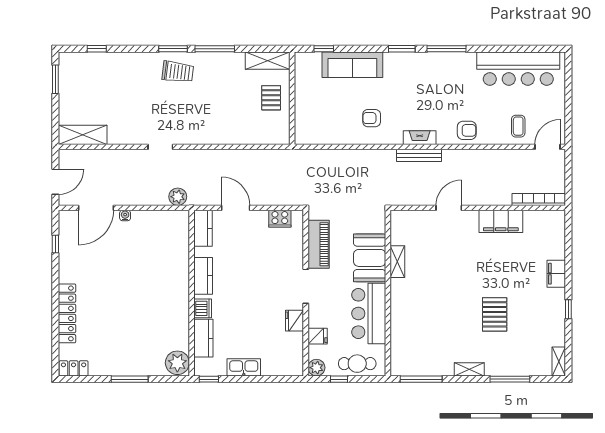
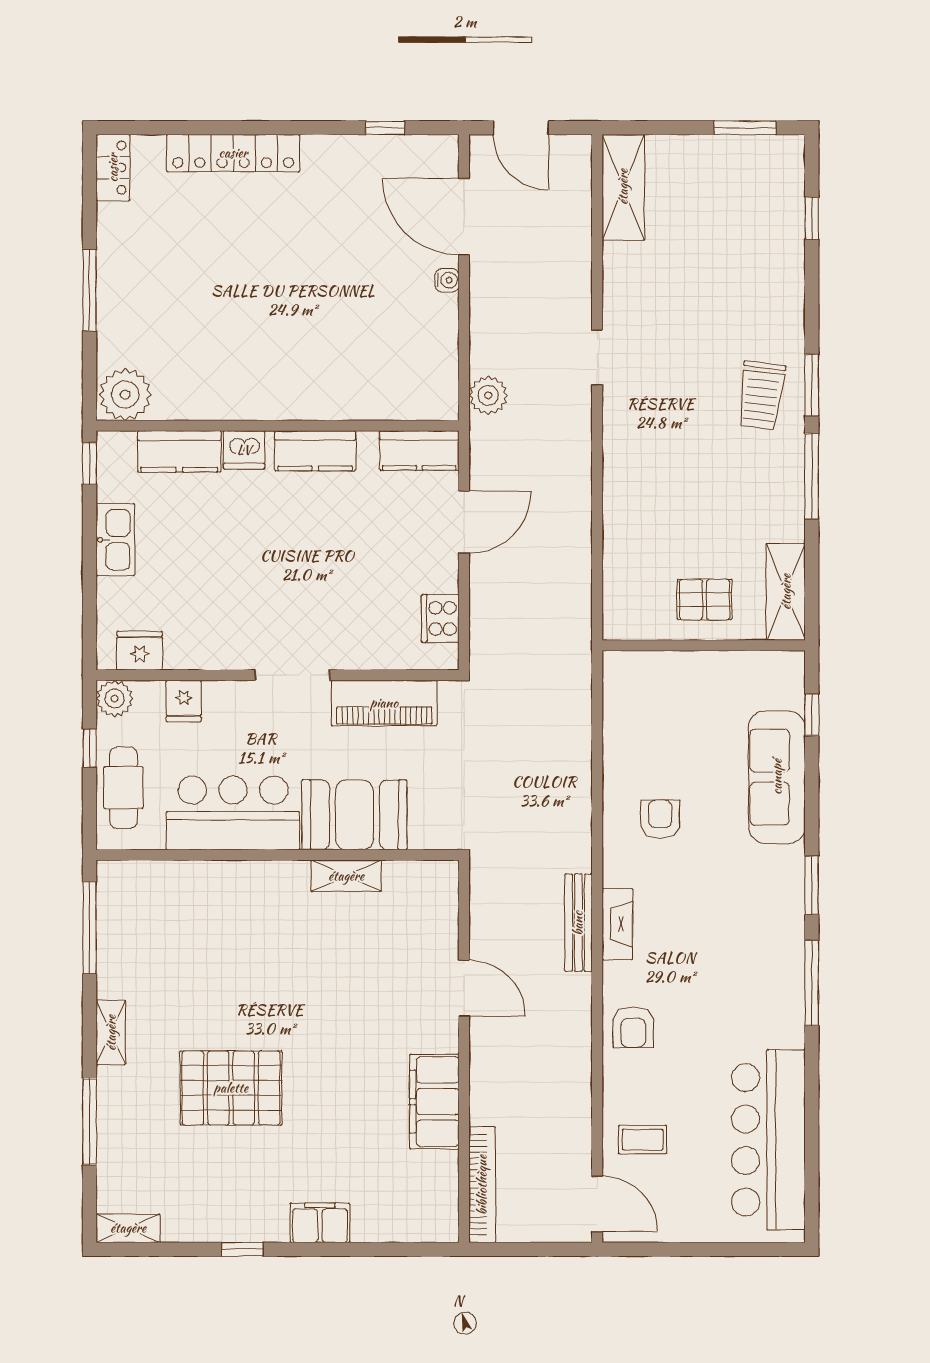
pallet: (495, 314) -> (231, 1088), width x1.37, depth x1.41
fridge: (295, 321) -> (140, 651), moved

